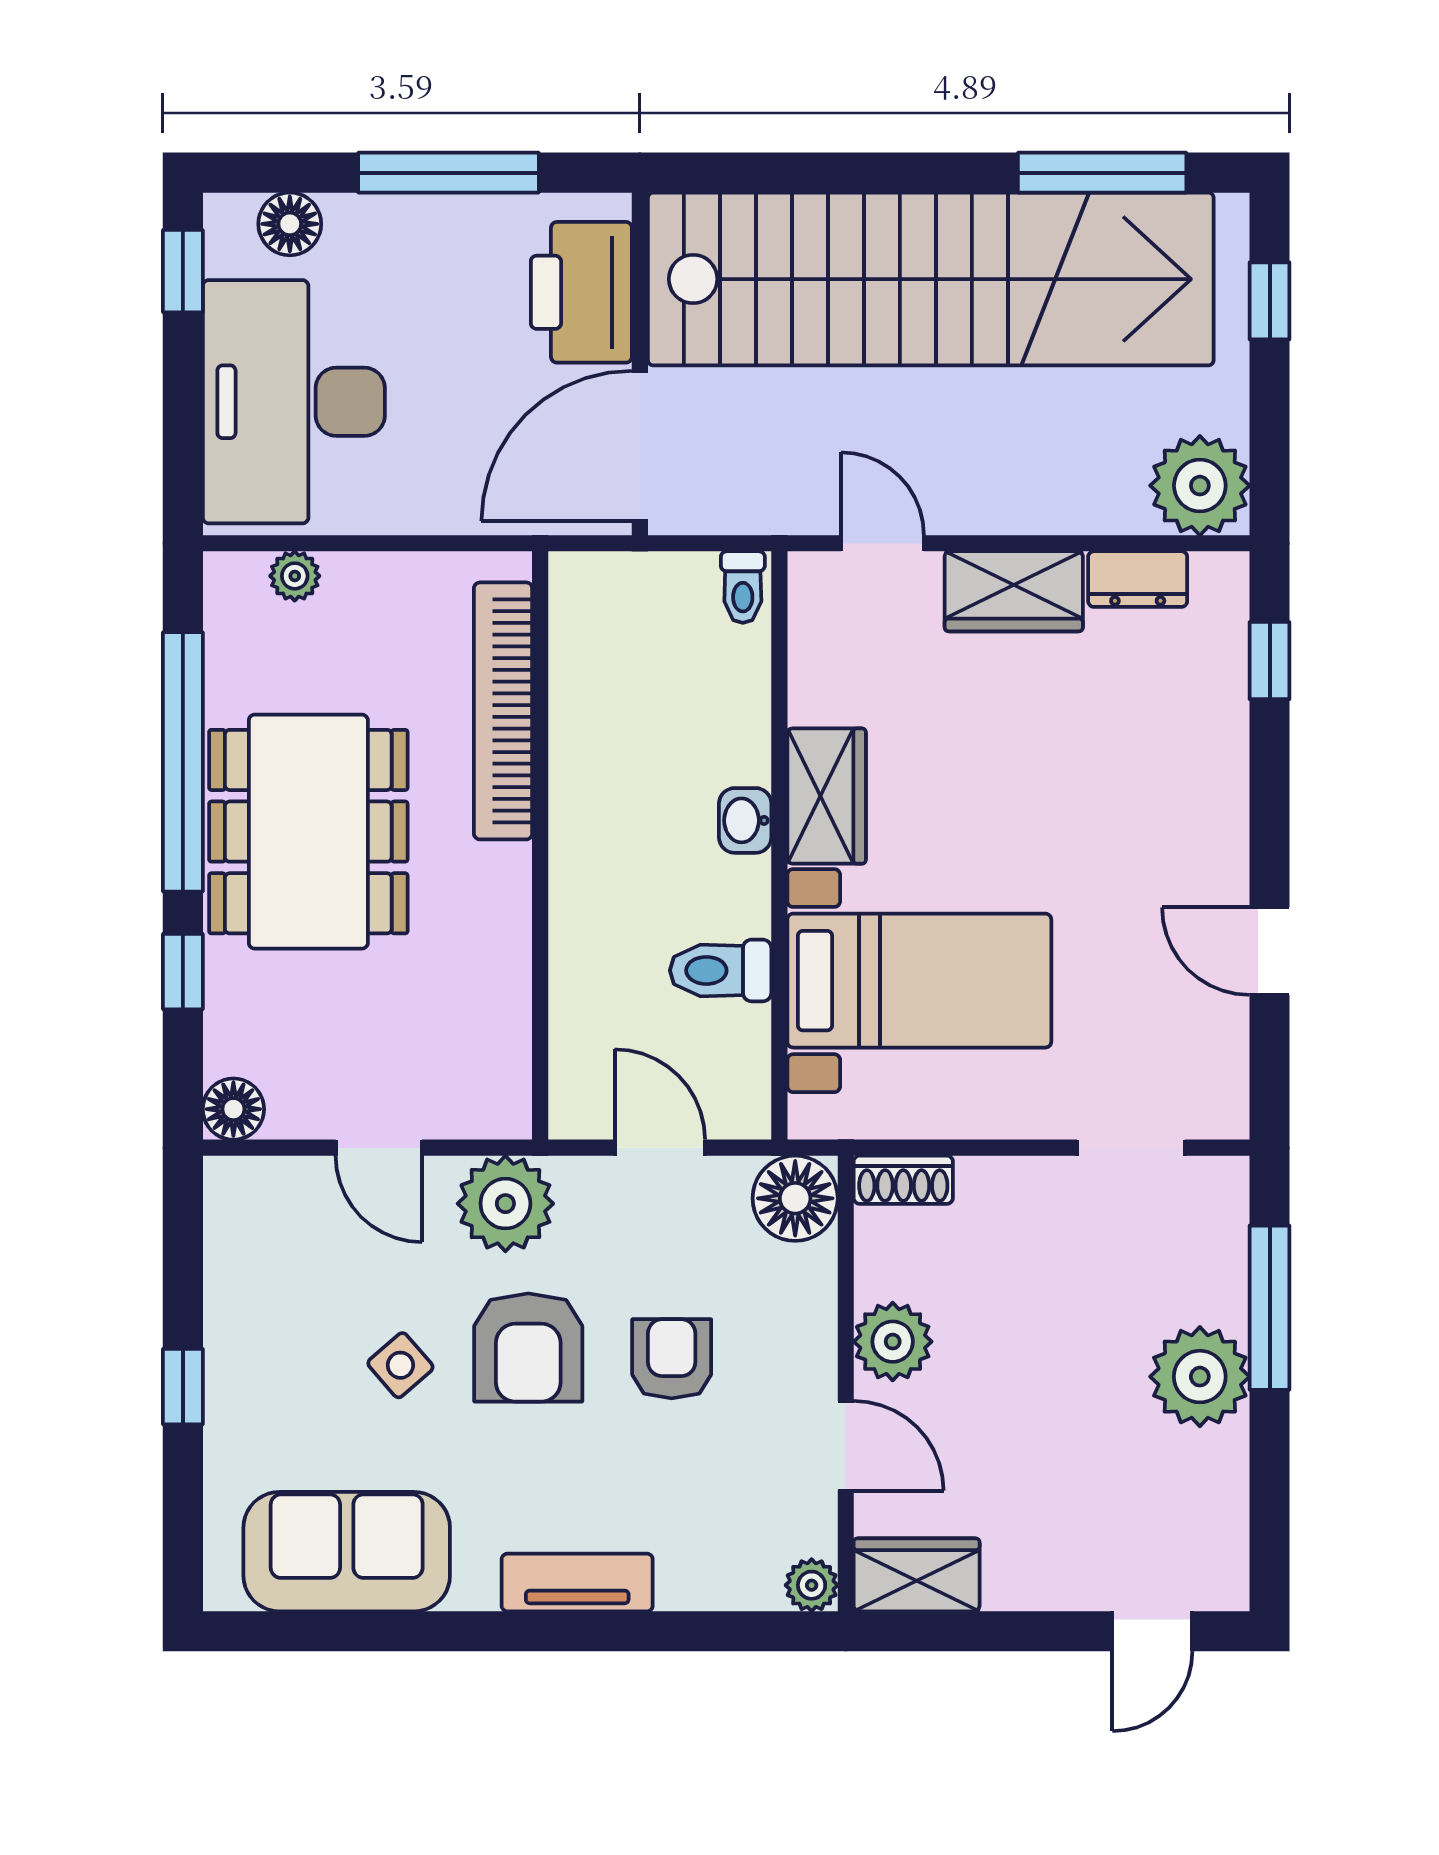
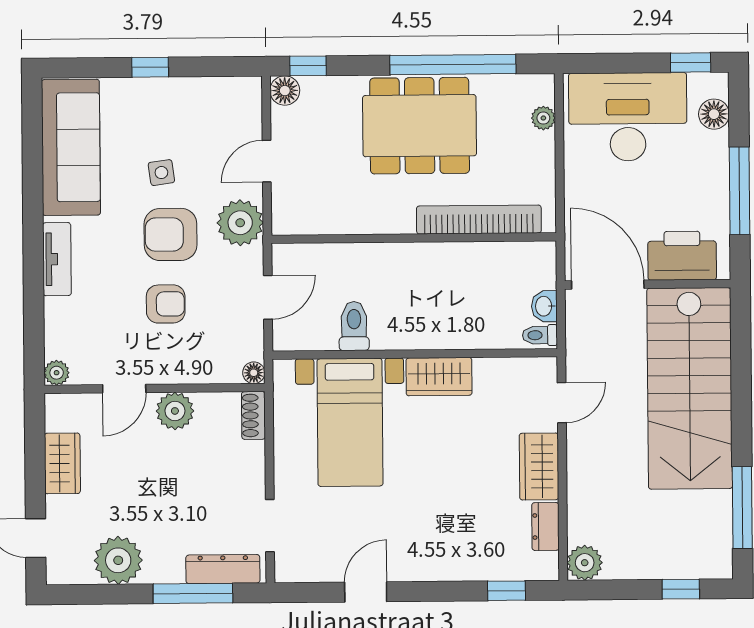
stairs: (931, 279) -> (690, 388), width x0.73
plant: (1200, 486) -> (585, 563), width x0.73, depth x0.73
washbasin: (745, 820) -> (544, 306), moved, turned -90
window: (183, 972) -> (308, 66), moved
floor lamp: (795, 1198) -> (254, 373), width x0.53, depth x0.53
dresser: (1220, 1246) -> (223, 569), added
side table: (400, 1365) -> (161, 173), turned 33
plant: (1200, 1377) -> (118, 560), moved
sofa: (347, 1552) -> (71, 147), width x1.36
wardrobe: (917, 1575) -> (62, 463), moved

